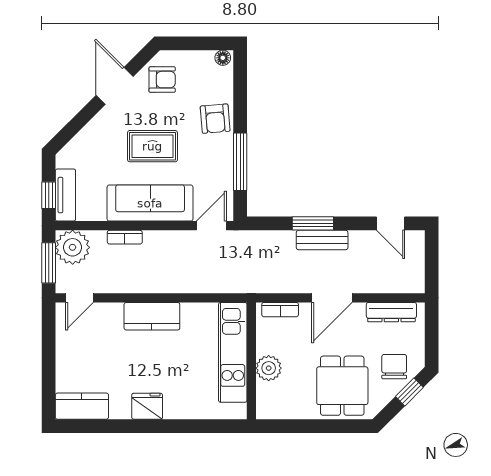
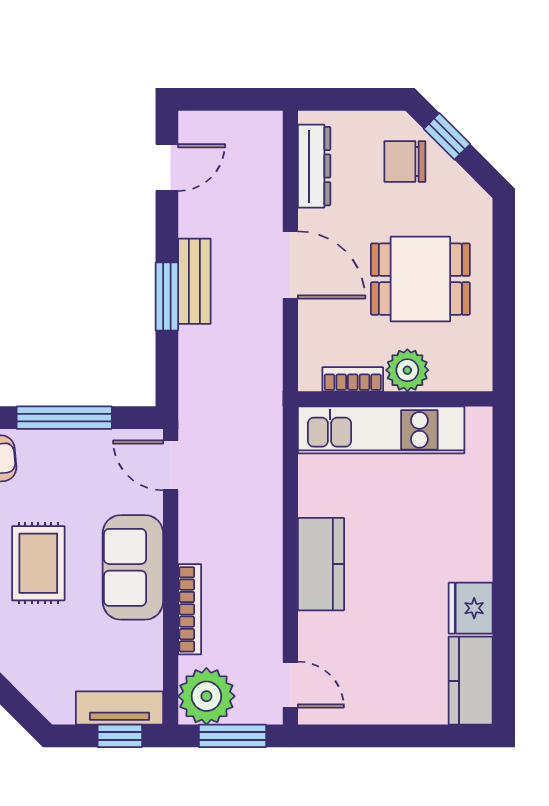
sofa: (150, 203) -> (133, 567), width x0.73
bookcase: (125, 237) -> (190, 609), width x1.56
bookcase: (280, 310) -> (353, 379), moved, turned -90
dining table: (342, 386) -> (420, 279), moved
fridge: (147, 406) -> (471, 608), moved

